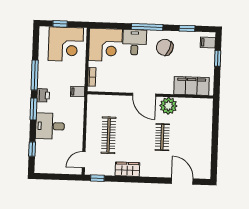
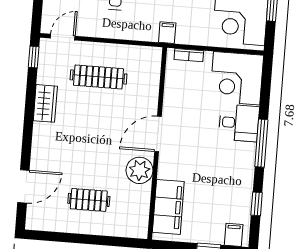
chair: (165, 47) -> (229, 169), removed
clothes rail: (162, 137) -> (89, 200), moved
door: (84, 160) -> (63, 37), hinge flipped

